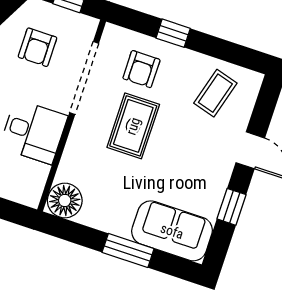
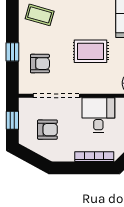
rug: (133, 126) -> (91, 51), moved

